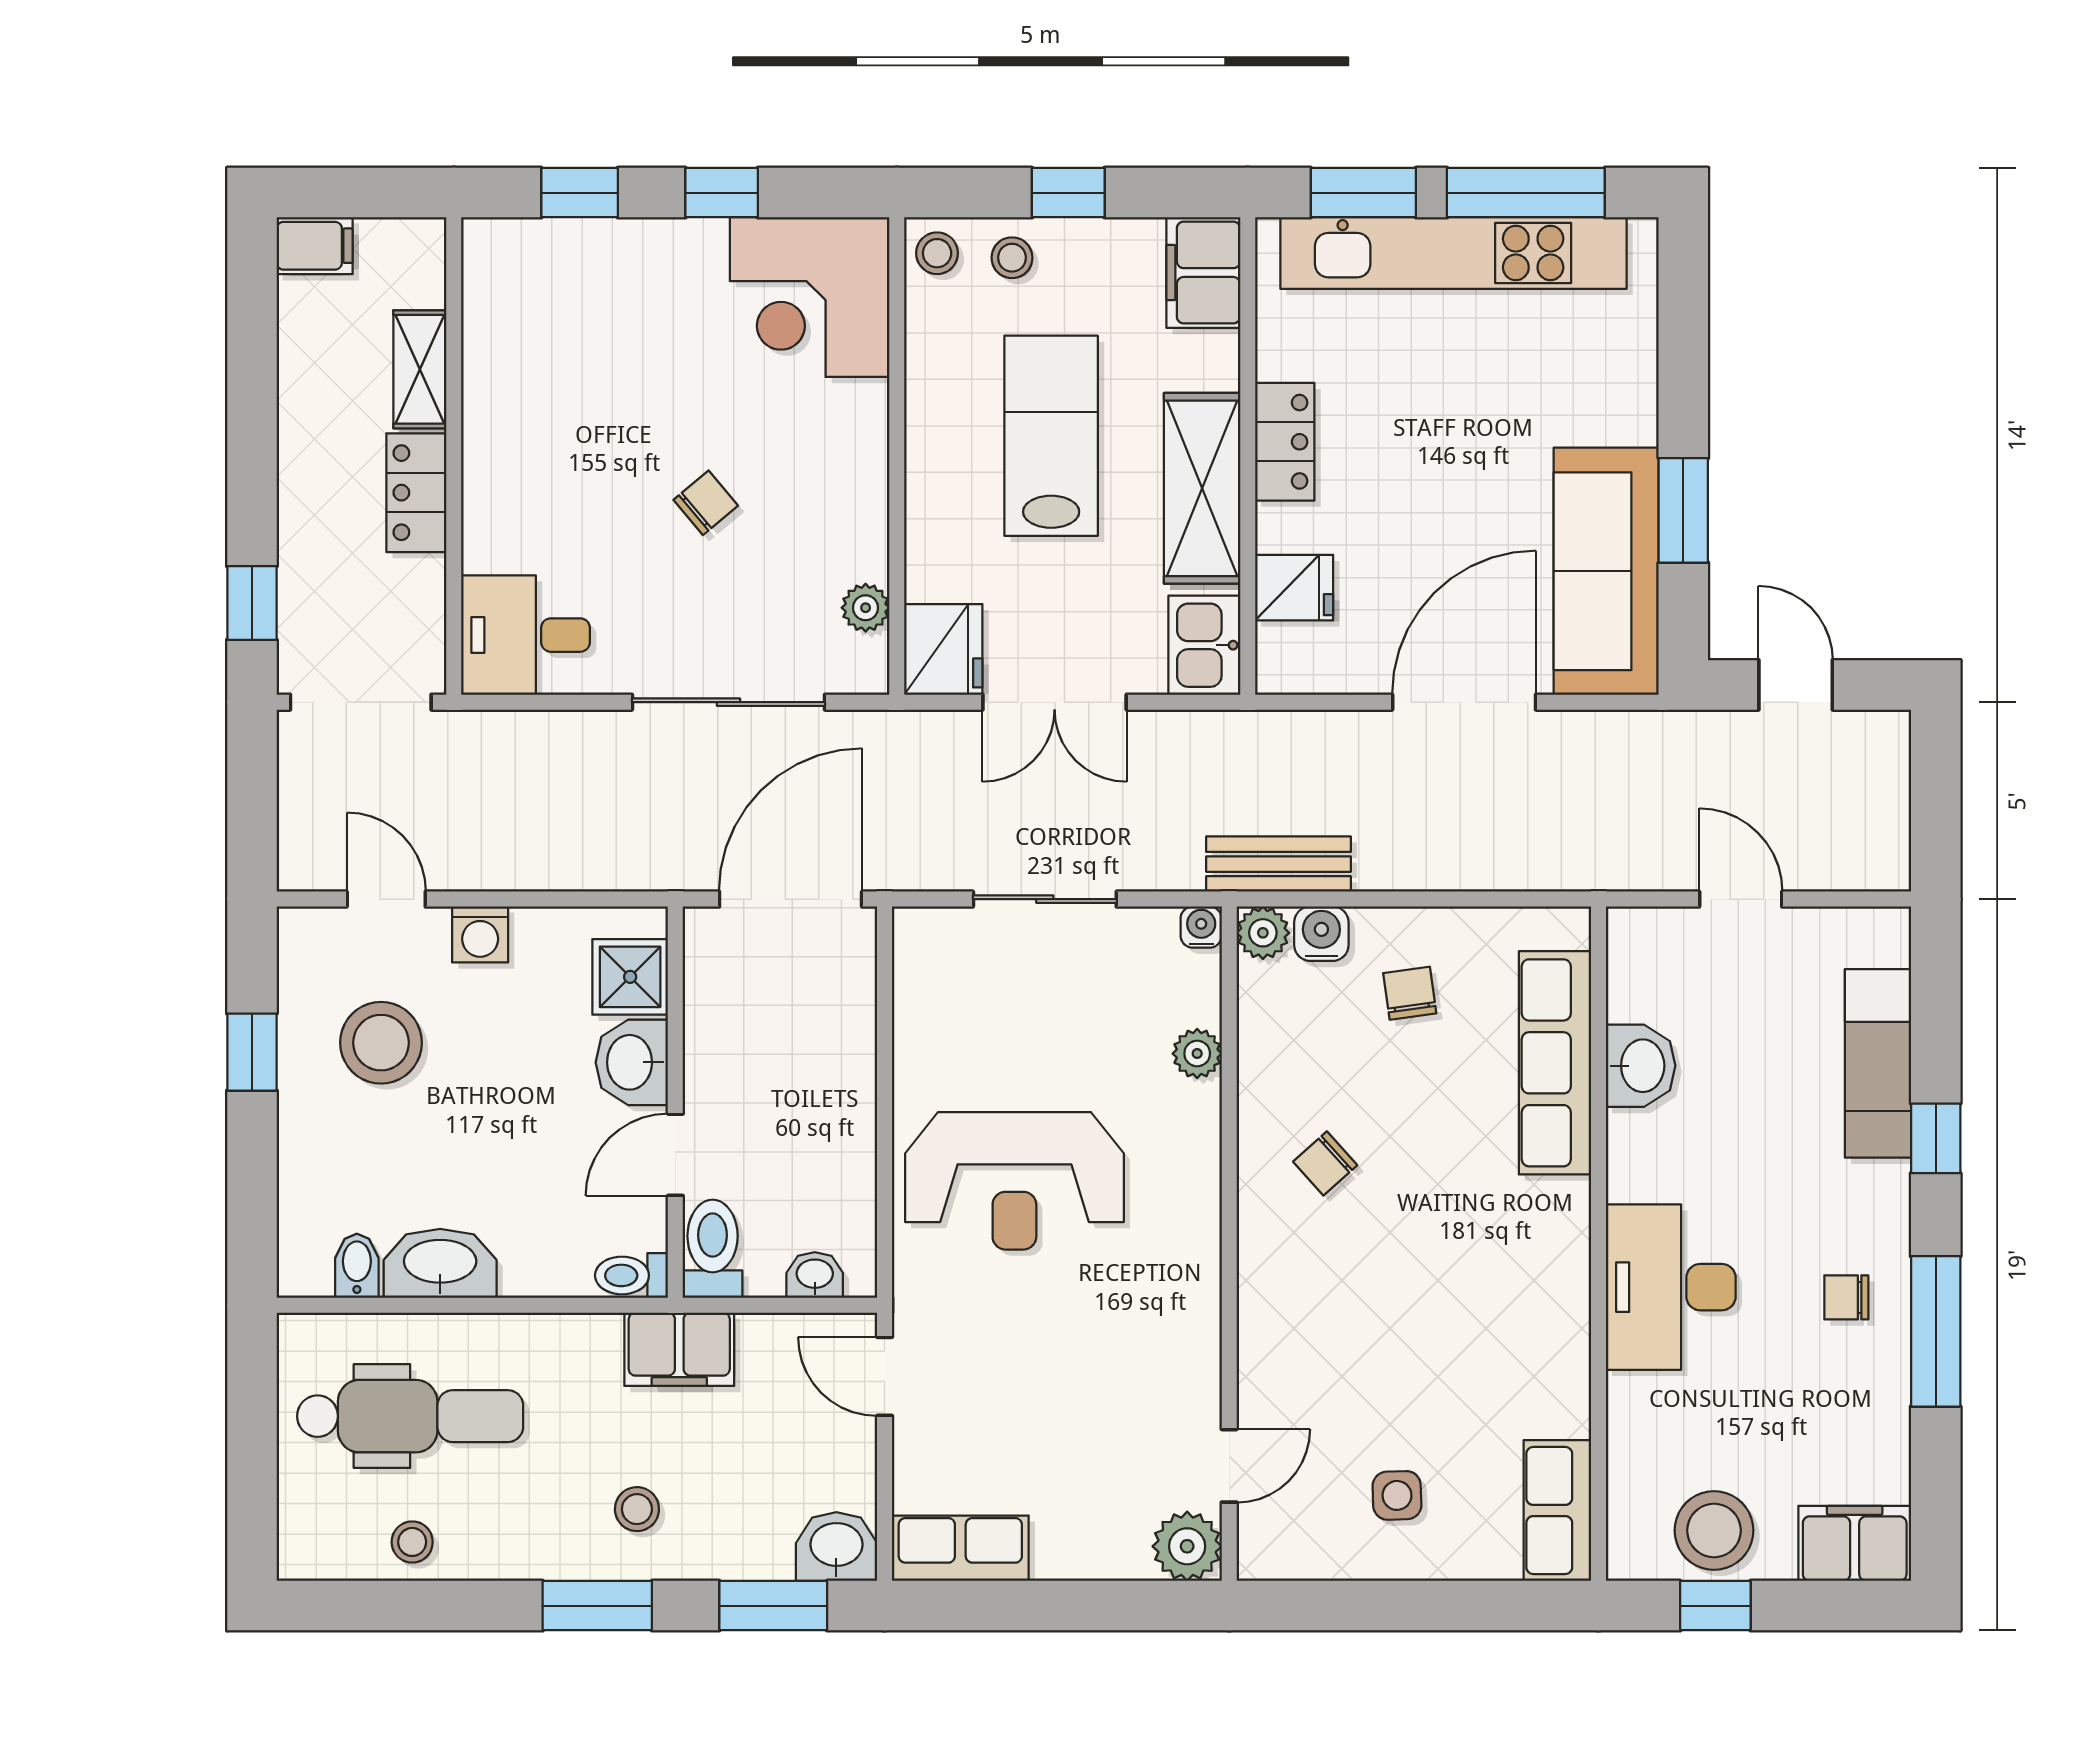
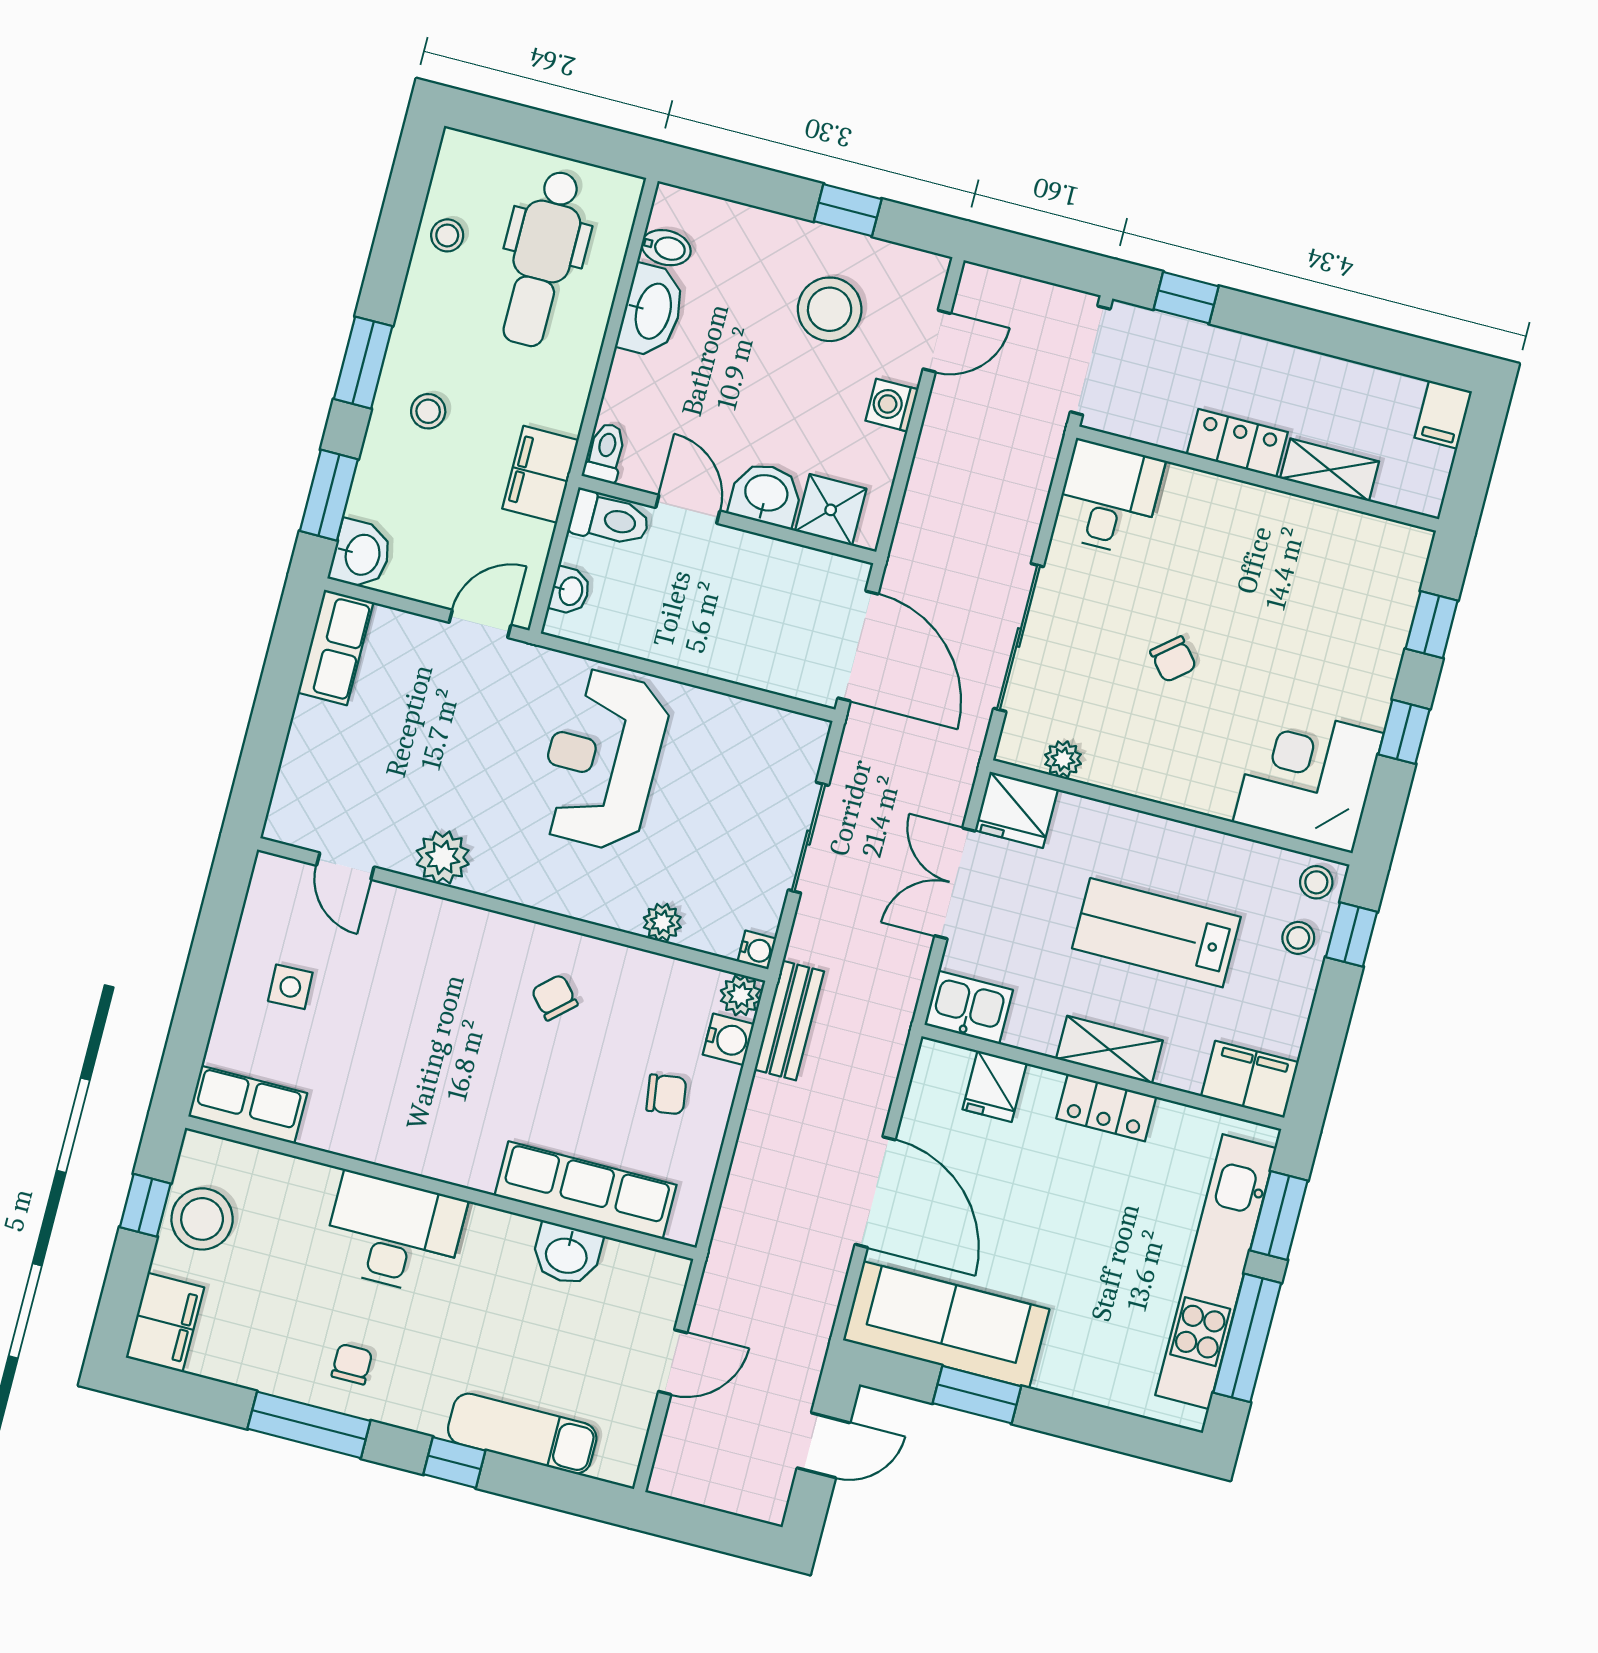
window: (1068, 193) -> (1352, 934), moved
lab bench: (1051, 436) -> (1156, 933), turned 180
shelving: (1202, 488) -> (1109, 1050), width x0.67, depth x0.75
plant: (1187, 1546) -> (443, 857), moved

